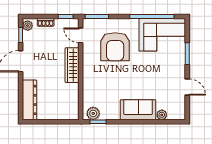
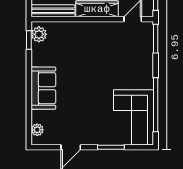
armchair: (115, 47) -> (119, 61), removed
bench: (74, 102) -> (53, 11), added
plant: (162, 115) -> (37, 130), moved

